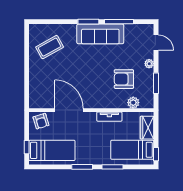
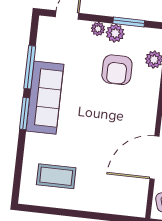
coffee table: (50, 47) -> (56, 176), turned -61
plant: (148, 75) -> (115, 33), added

